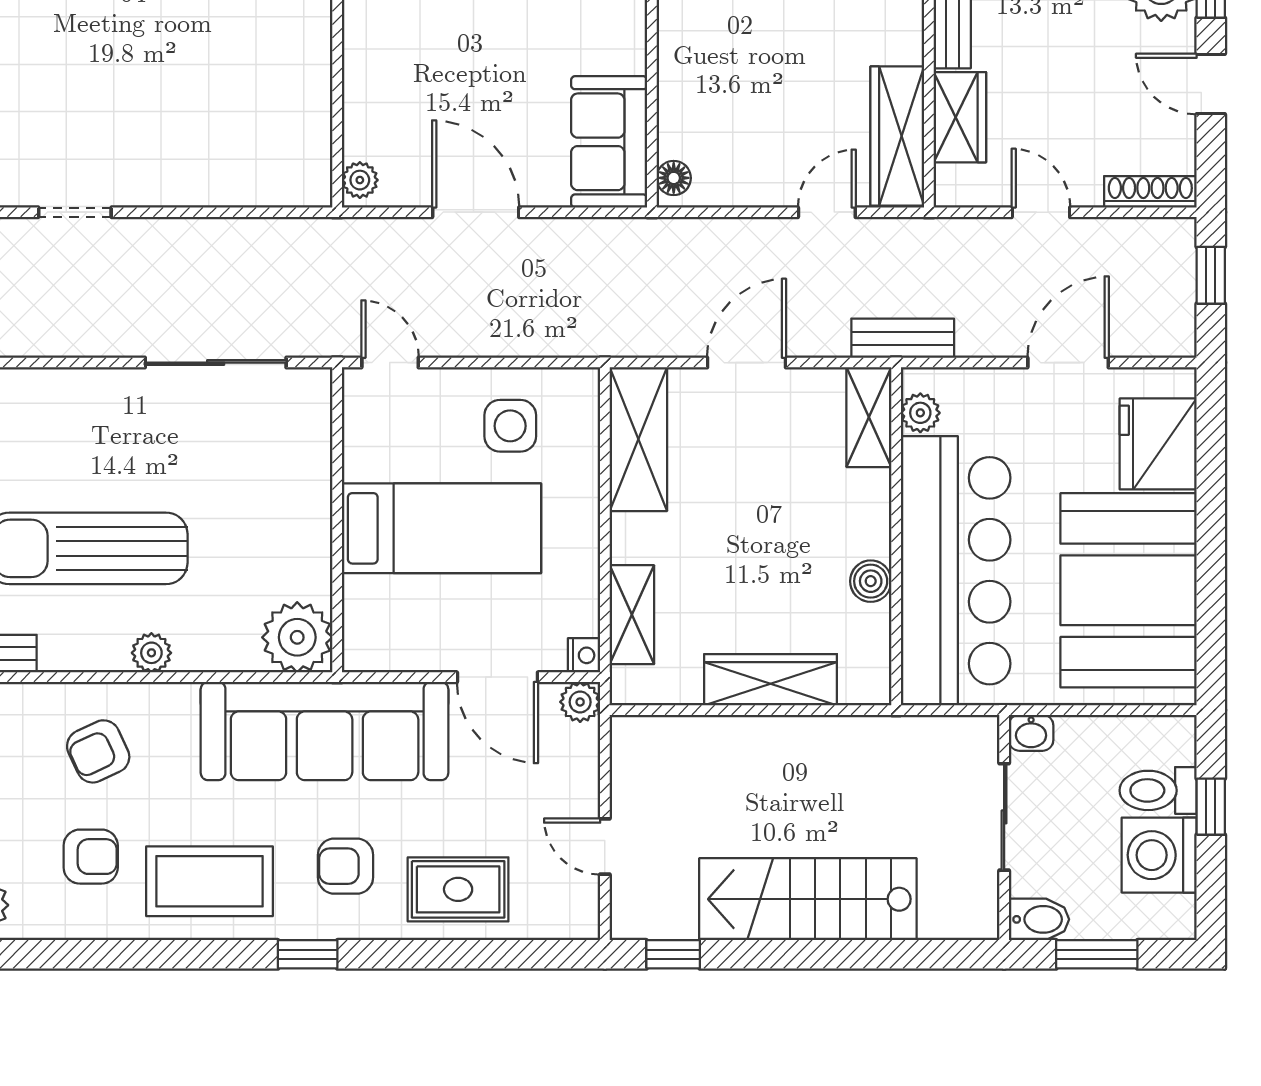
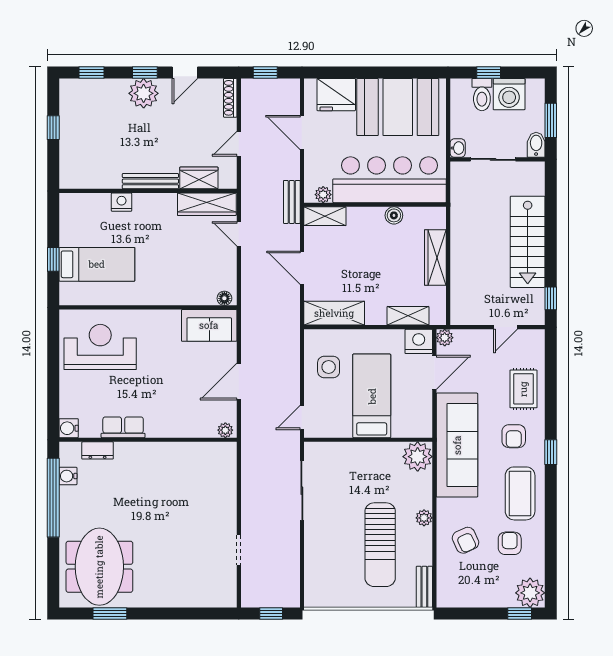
nightstand: (584, 655) -> (419, 341), width x1.89, depth x1.79

